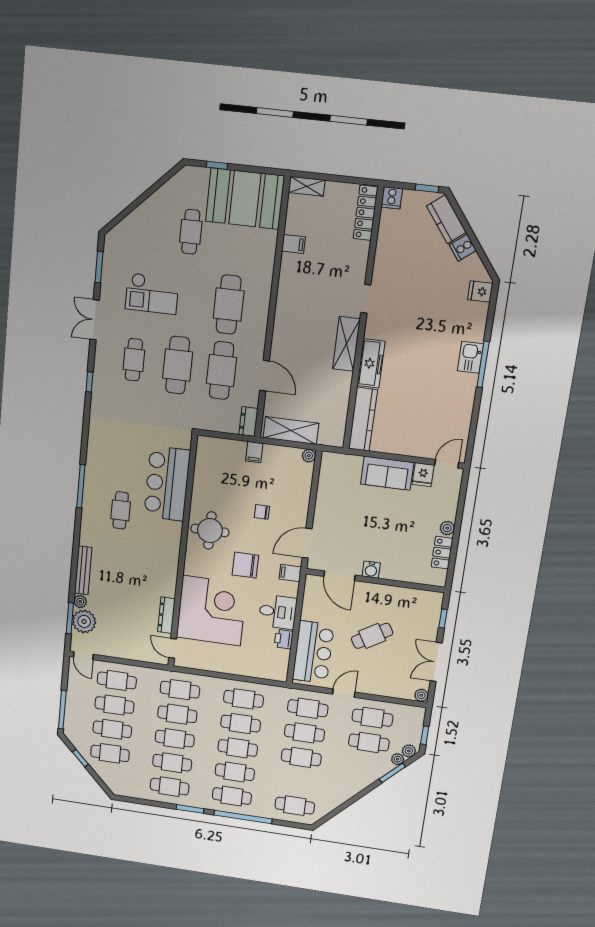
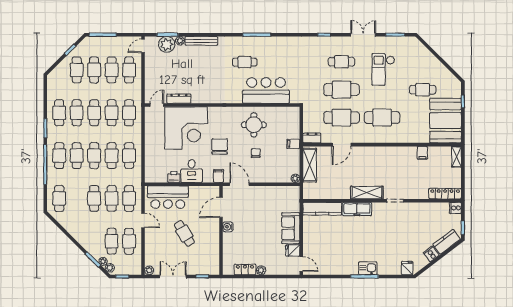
round table: (210, 530) -> (254, 125), moved

